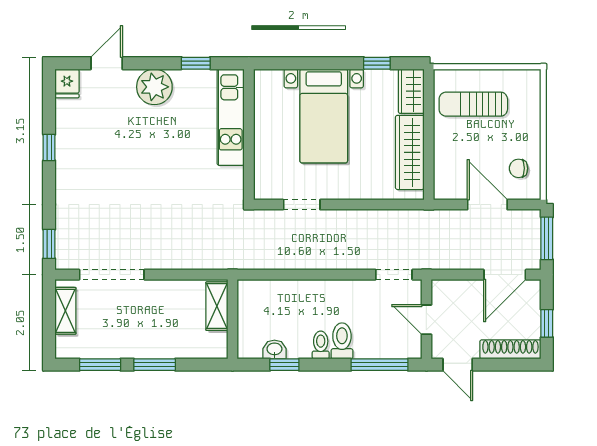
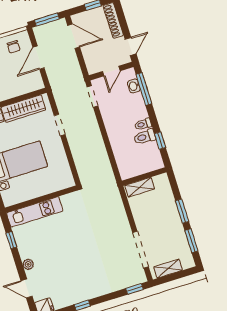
plant: (154, 87) -> (28, 264), width x0.53, depth x0.53
doorway: (302, 205) -> (60, 125), moved
toilet: (342, 341) -> (145, 137), moved
washbasin: (274, 349) -> (134, 86), moved

